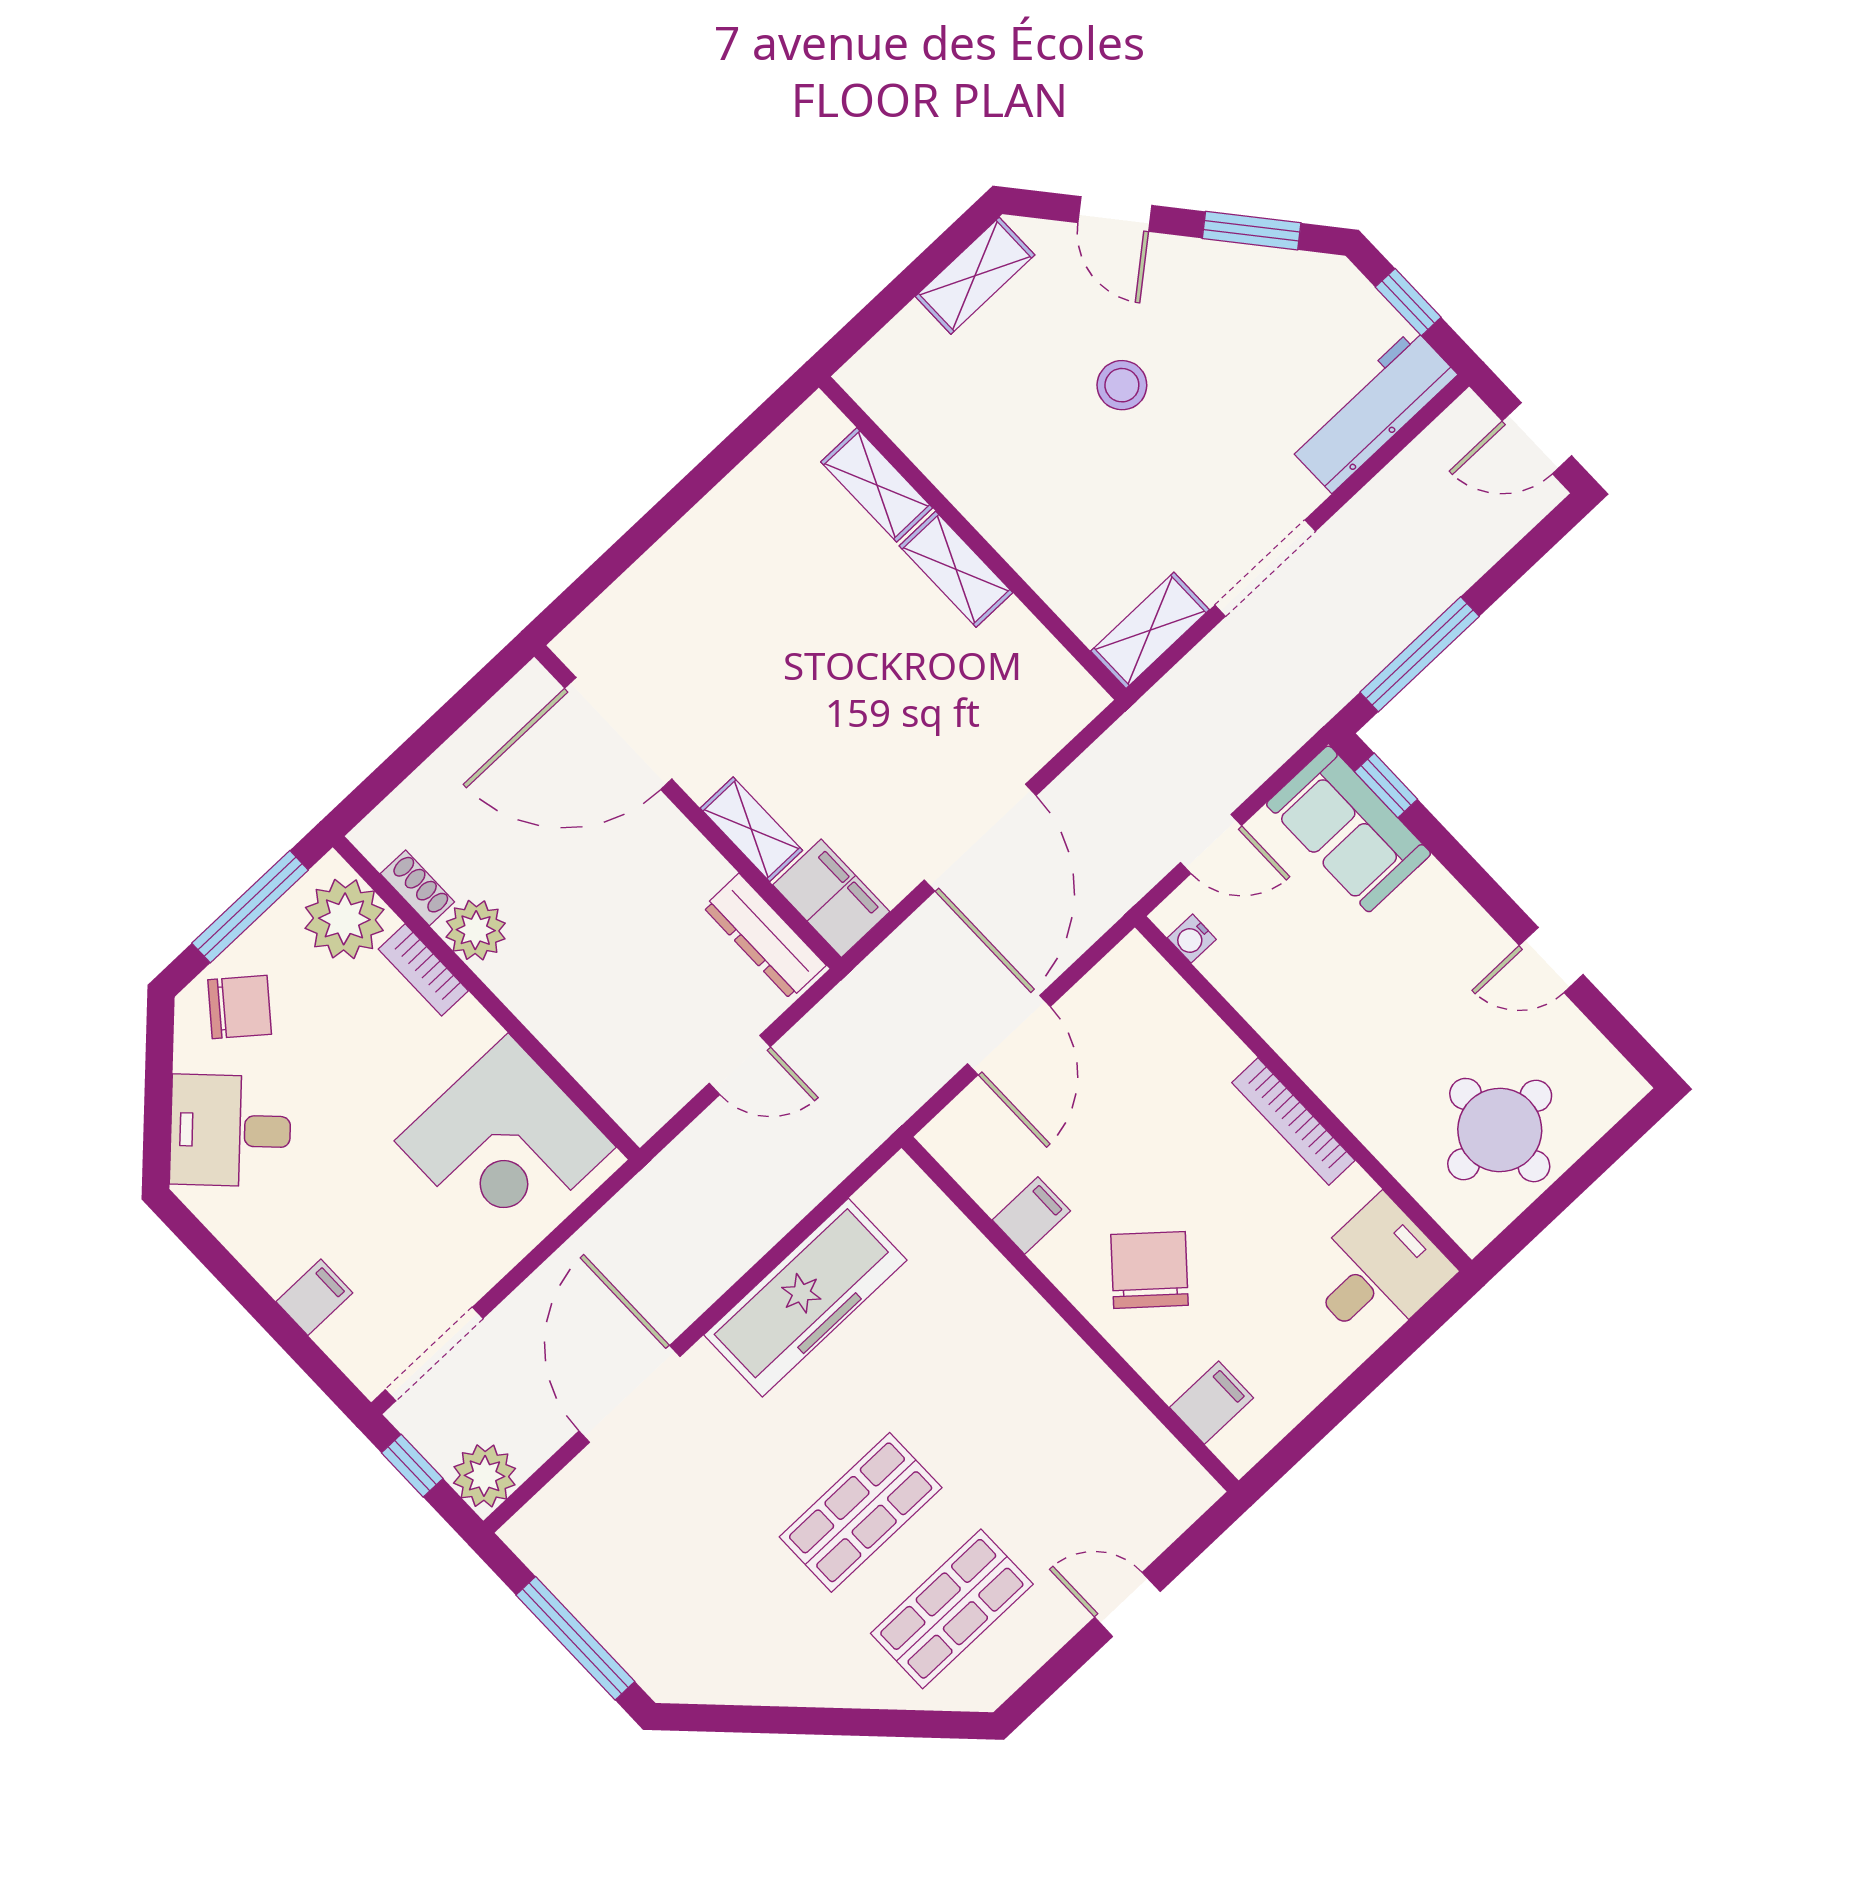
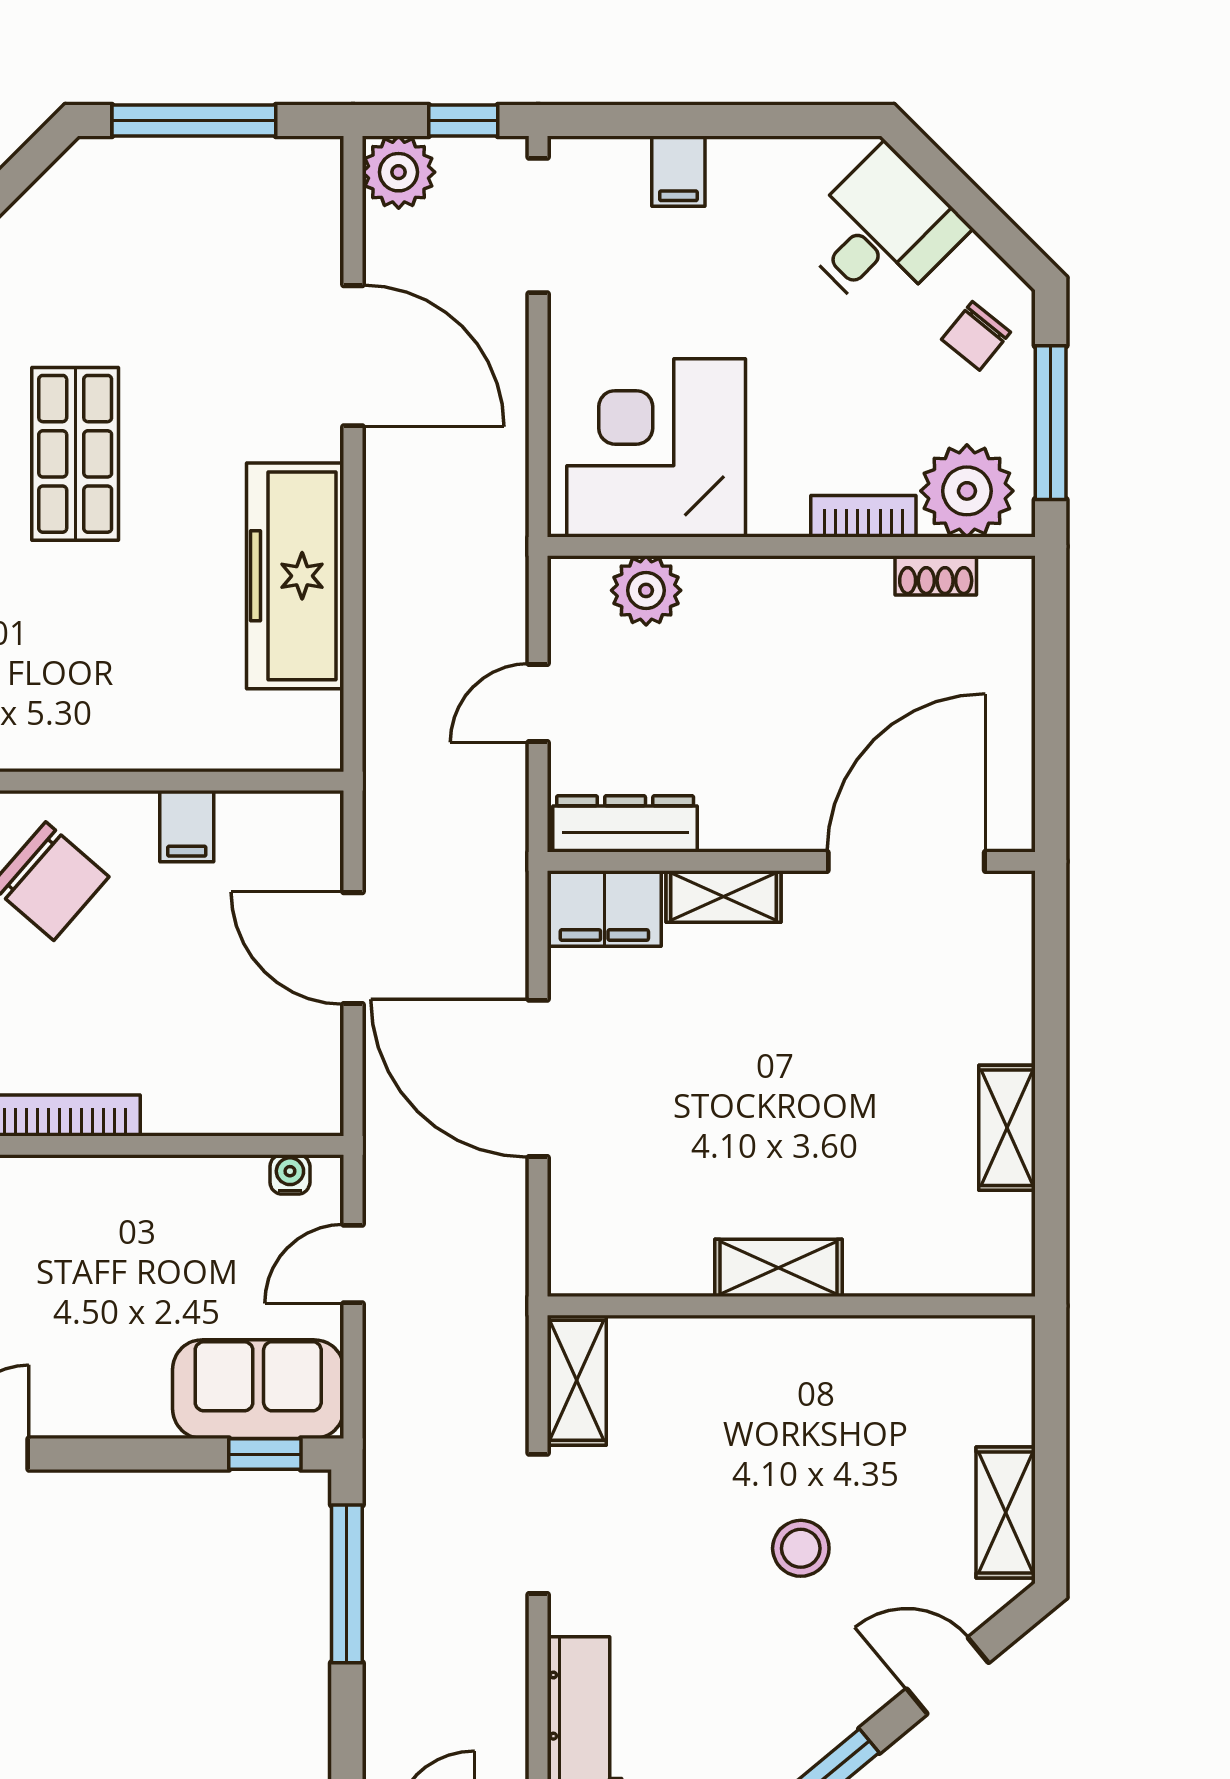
shelving: (877, 485) -> (1007, 1128), moved, turned 90
plant: (476, 930) -> (646, 590), moved
chair: (240, 1007) -> (976, 336), width x0.73, depth x0.73

